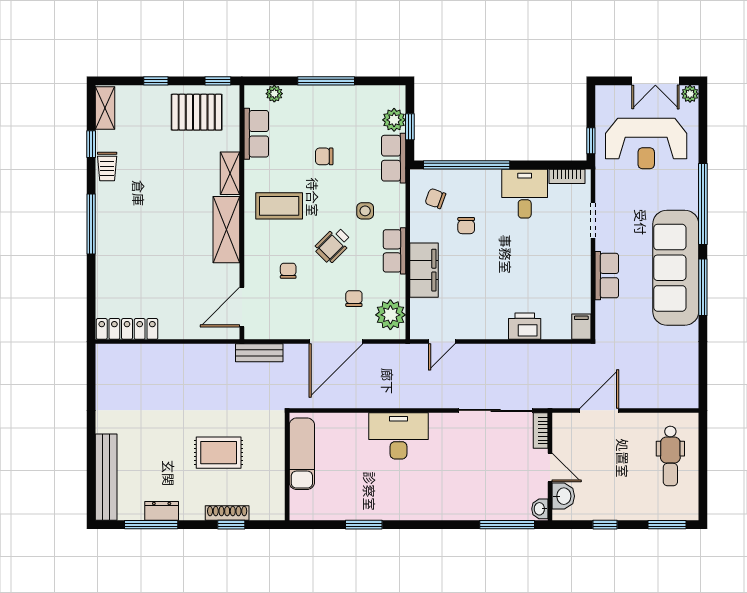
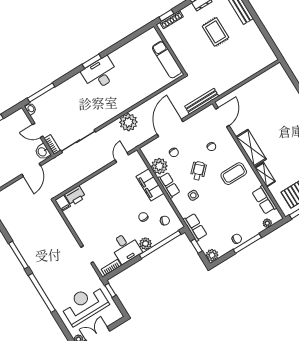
plant: (394, 120) -> (212, 255), moved
chair: (324, 156) -> (237, 239), moved
plant: (489, 181) -> (146, 244), added
sofa: (676, 268) -> (36, 256), removed
row of seats: (607, 276) -> (65, 233), removed
plant: (390, 315) -> (159, 166), moved
printer: (525, 326) -> (75, 196), moved
locker: (127, 329) -> (268, 75), removed
bench: (259, 353) -> (202, 101), width x1.36
plant: (397, 391) -> (128, 122), added
desk: (398, 436) -> (100, 74), moved, turned 180
rug: (219, 453) -> (216, 32), moved, turned 90
exam couch: (302, 454) -> (167, 60), moved
wall: (287, 467) -> (170, 50), moved
washbasin: (563, 496) -> (42, 152), moved
window: (364, 525) -> (92, 61), moved

